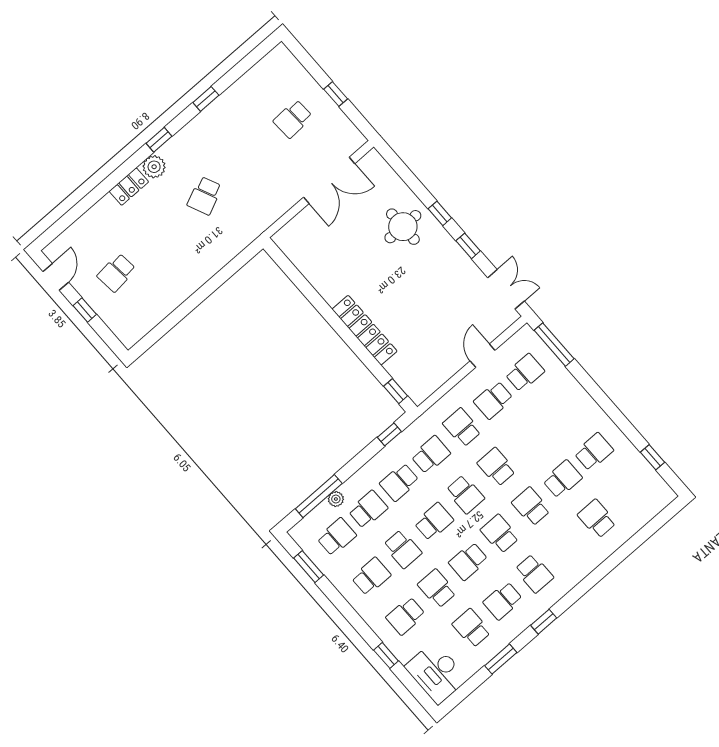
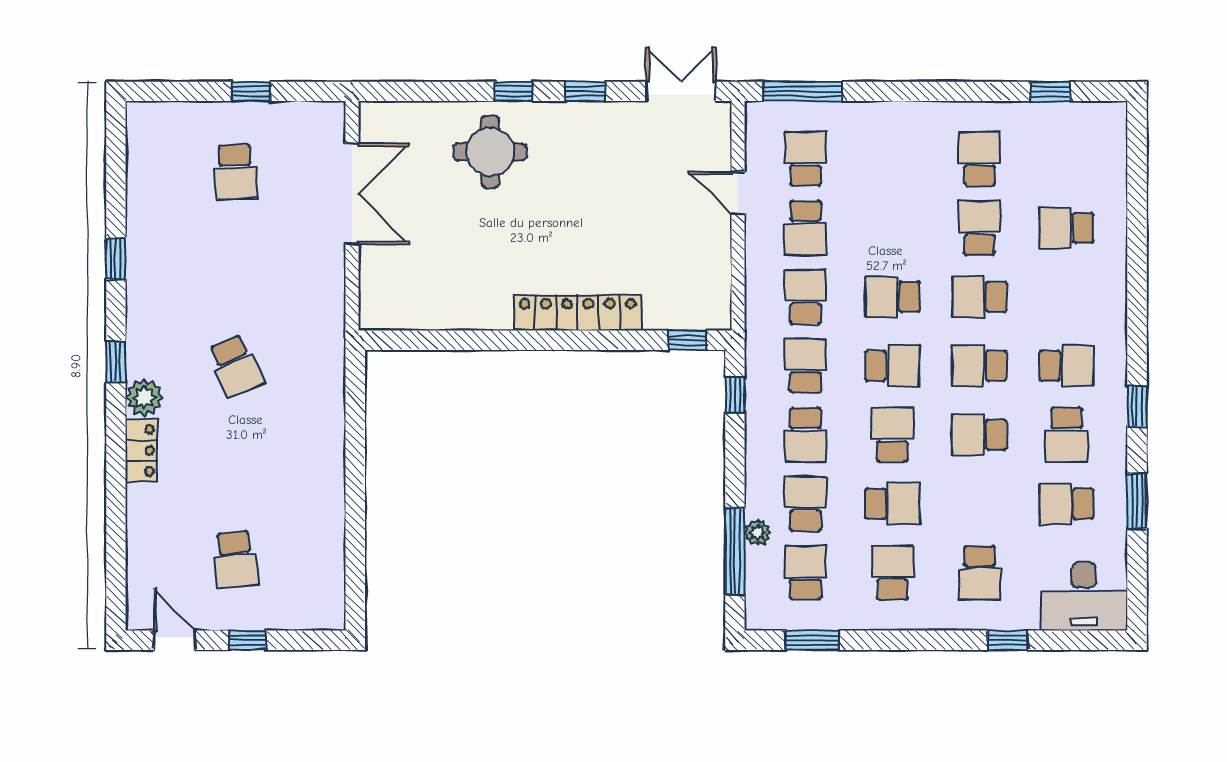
school desk: (462, 427) -> (805, 297), turned 90
school desk: (468, 561) -> (979, 435), turned 90
school desk: (437, 589) -> (979, 504), removed

